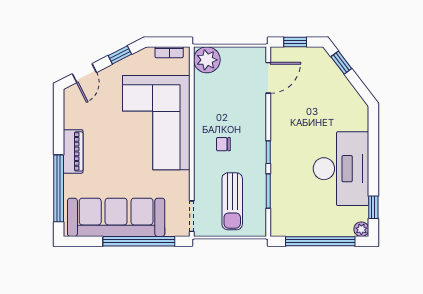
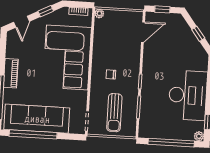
plant: (207, 60) -> (99, 13), width x0.53, depth x0.53
window: (341, 63) -> (198, 34), moved
window: (139, 241) -> (33, 134), moved

